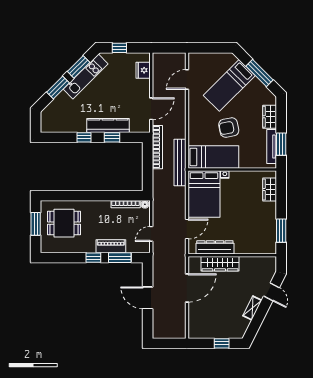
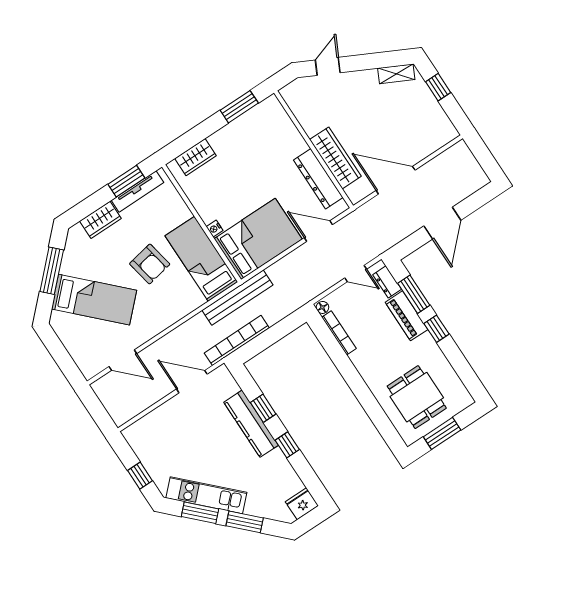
fridge: (143, 70) -> (302, 504), moved, turned 180
dresser: (136, 248) -> (387, 282), added
shelving: (252, 308) -> (396, 74), moved

